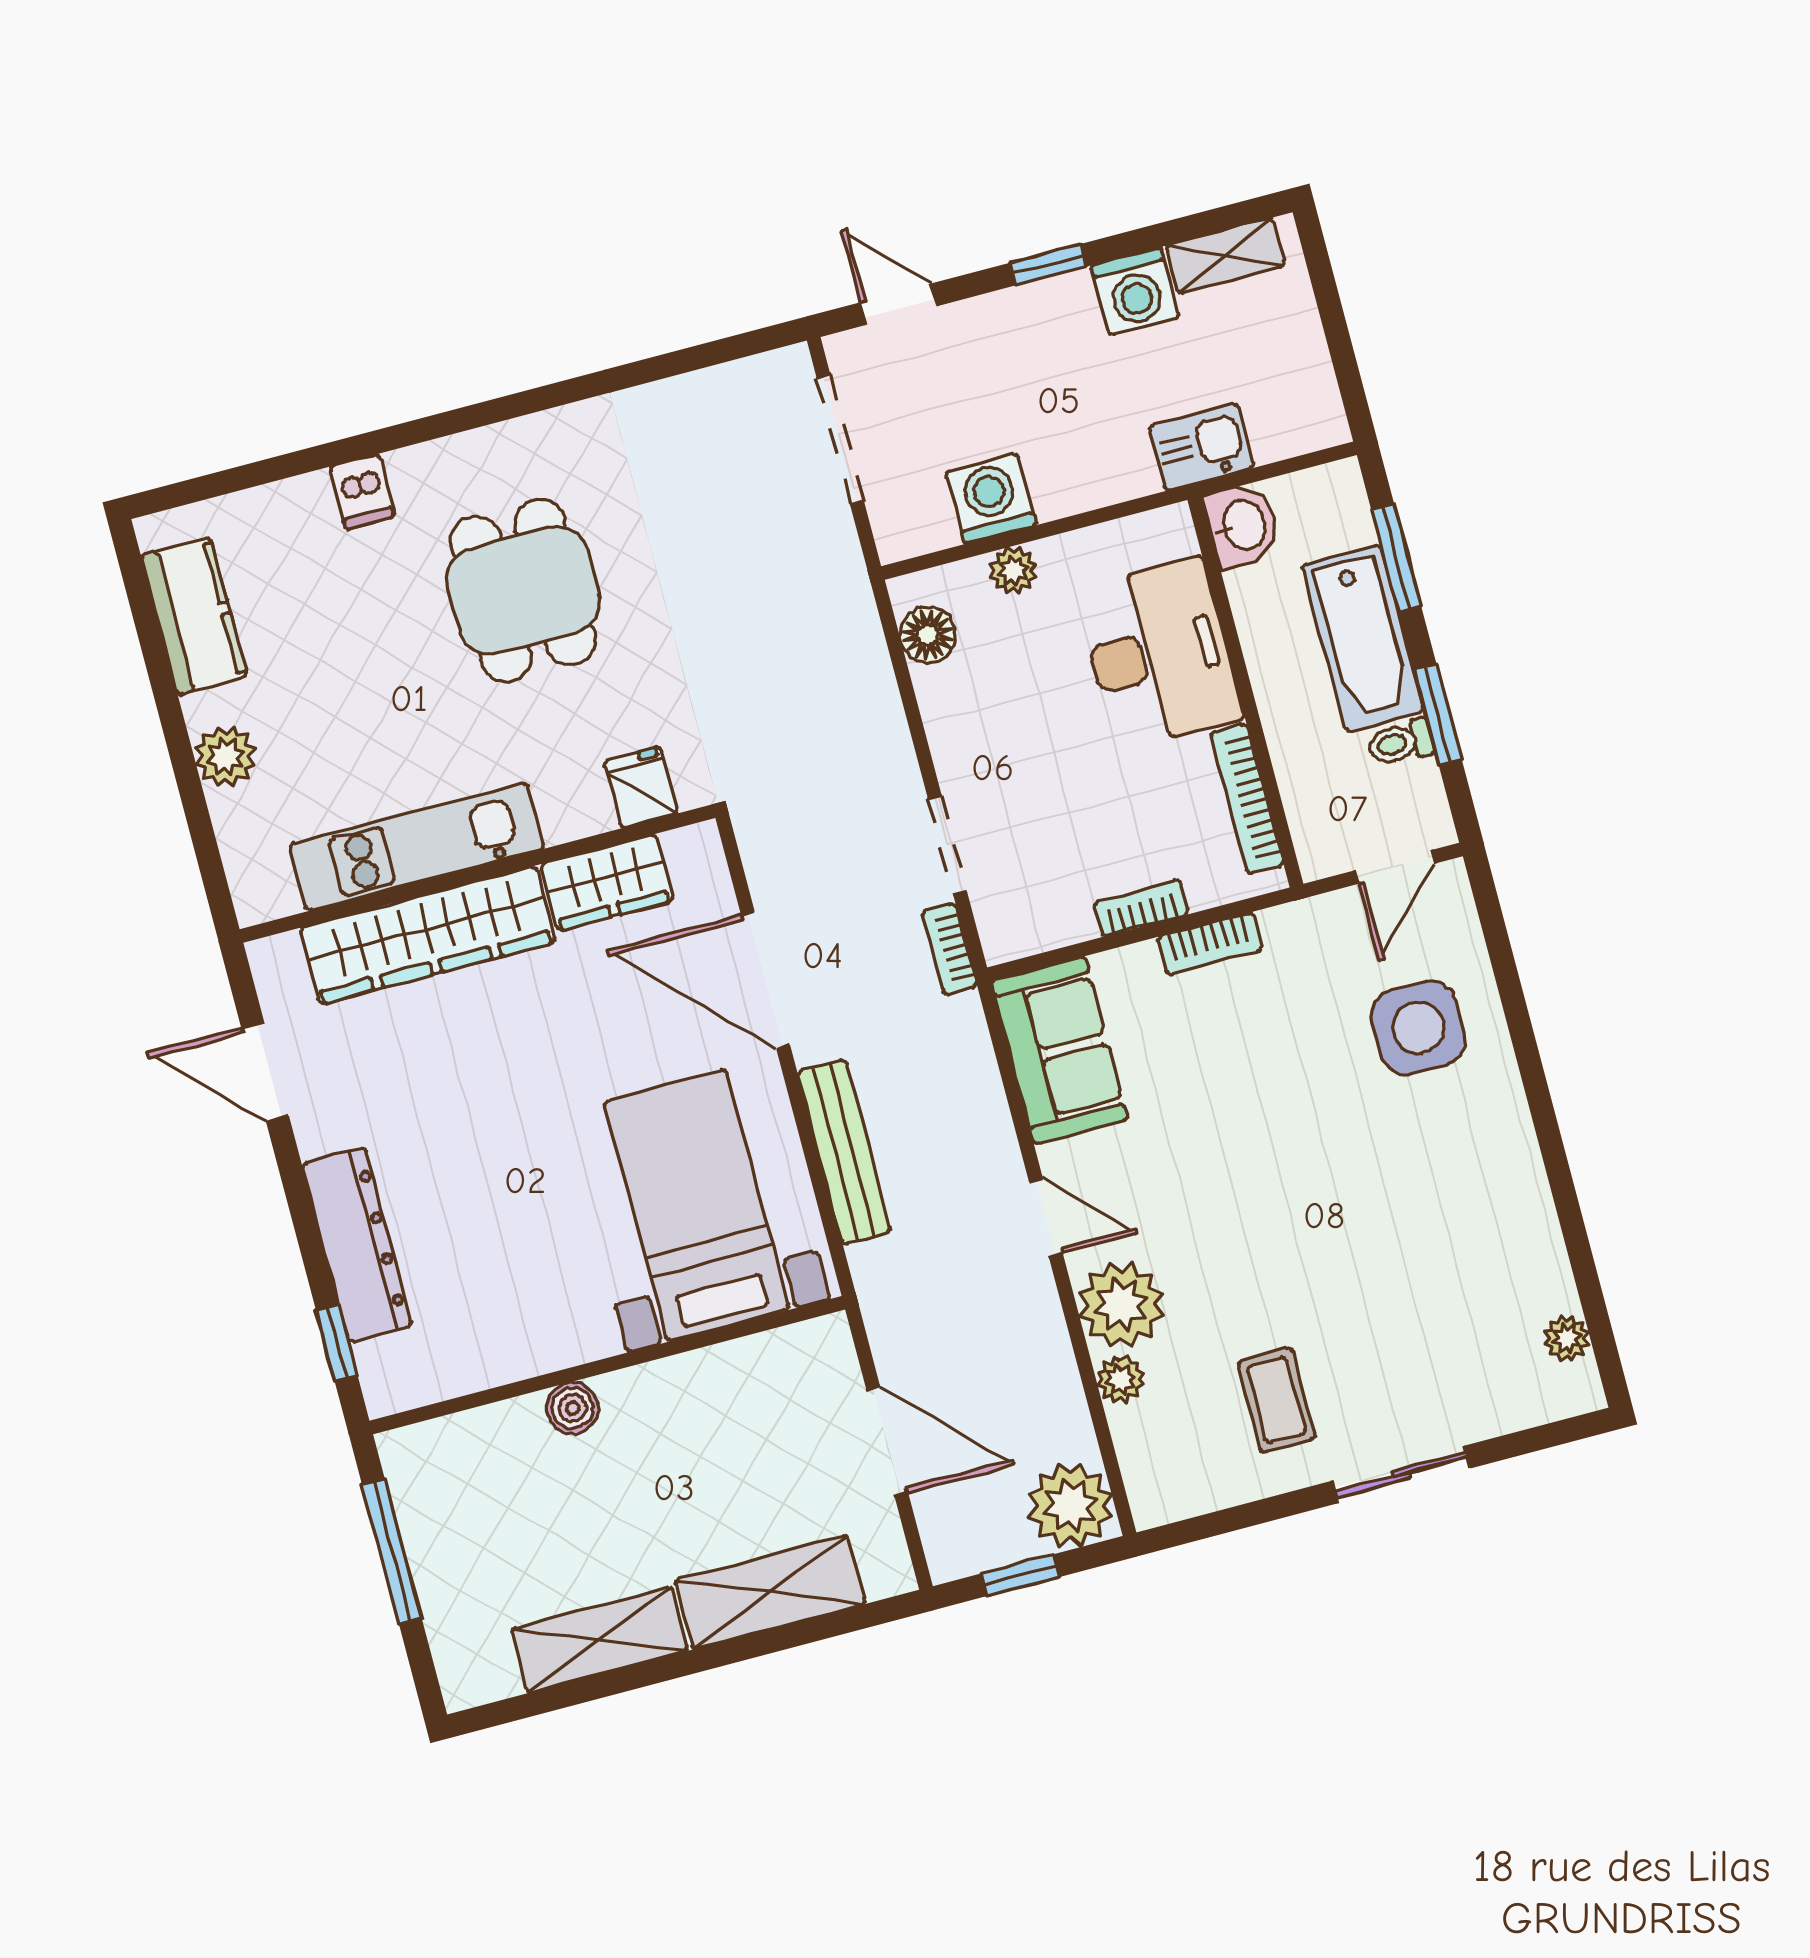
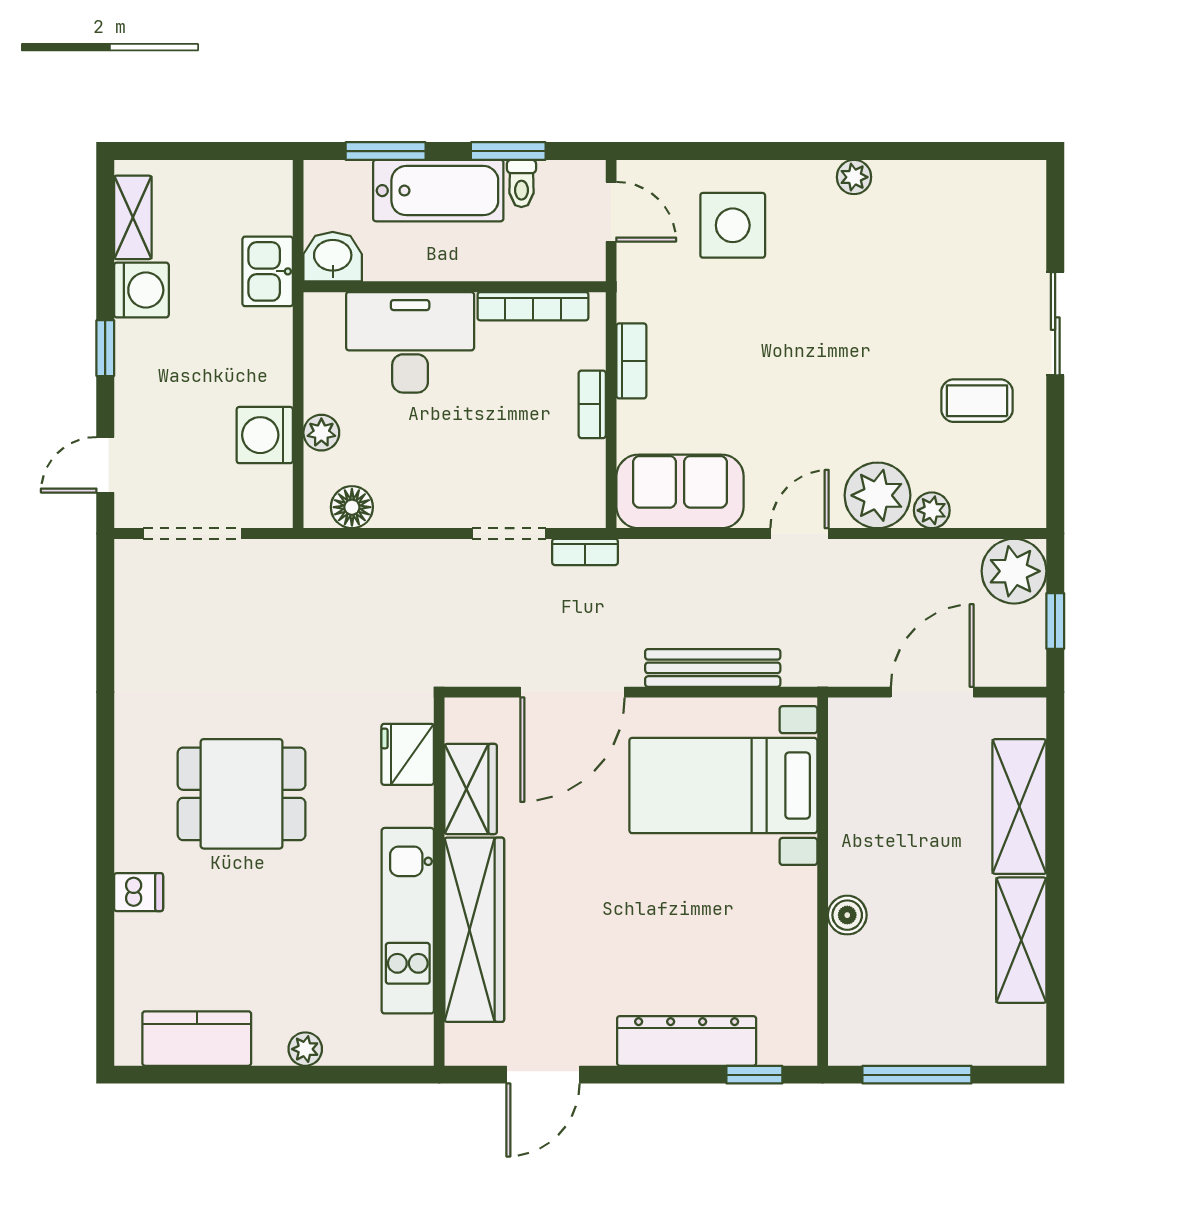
plant: (225, 756) -> (305, 1049), width x0.73, depth x0.73
fridge: (641, 787) -> (408, 754), width x1.38
plant: (1567, 1338) -> (854, 177), moved

